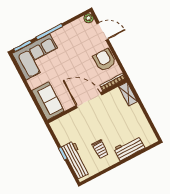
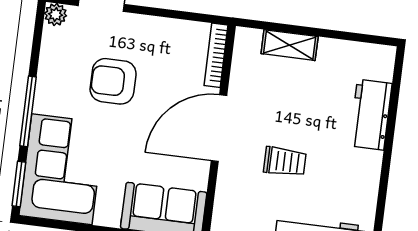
armchair: (104, 60) -> (113, 81), moved
shelving: (128, 94) -> (290, 45), moved
trolley: (100, 149) -> (285, 162), moved

